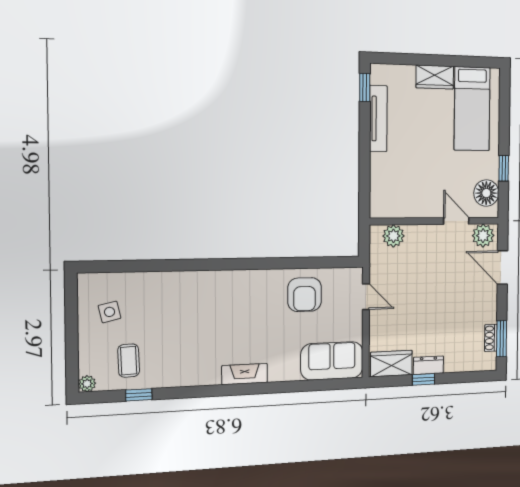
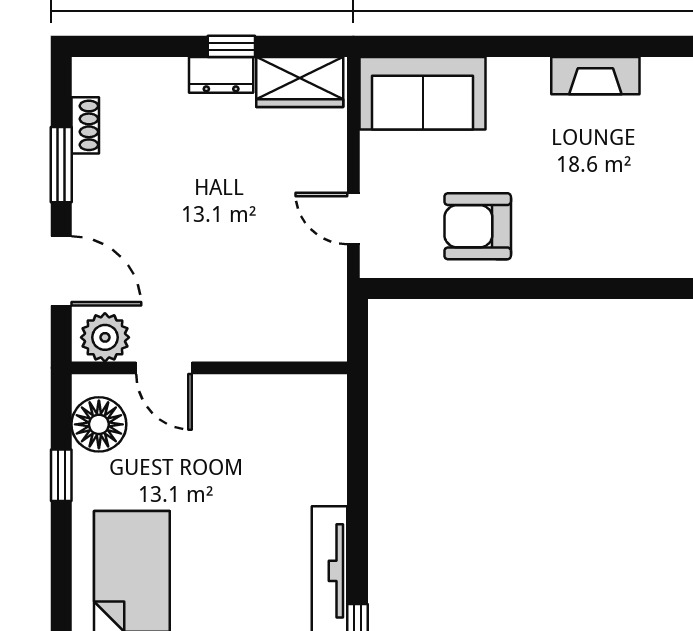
plant: (393, 236) -> (297, 339), removed
armchair: (305, 295) -> (478, 226), turned -90
window: (502, 339) -> (61, 165), moved

